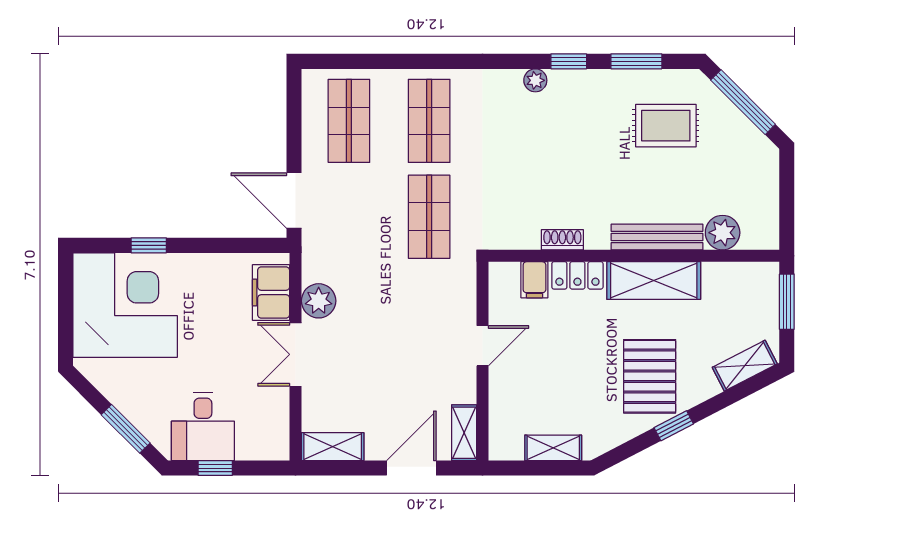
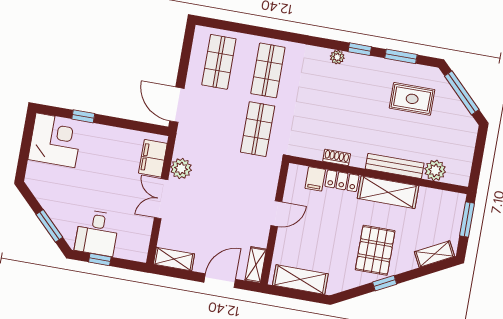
corner desk: (125, 305) -> (55, 140), width x0.74, depth x0.74
shelving: (553, 448) -> (300, 279), width x1.50, depth x1.33

